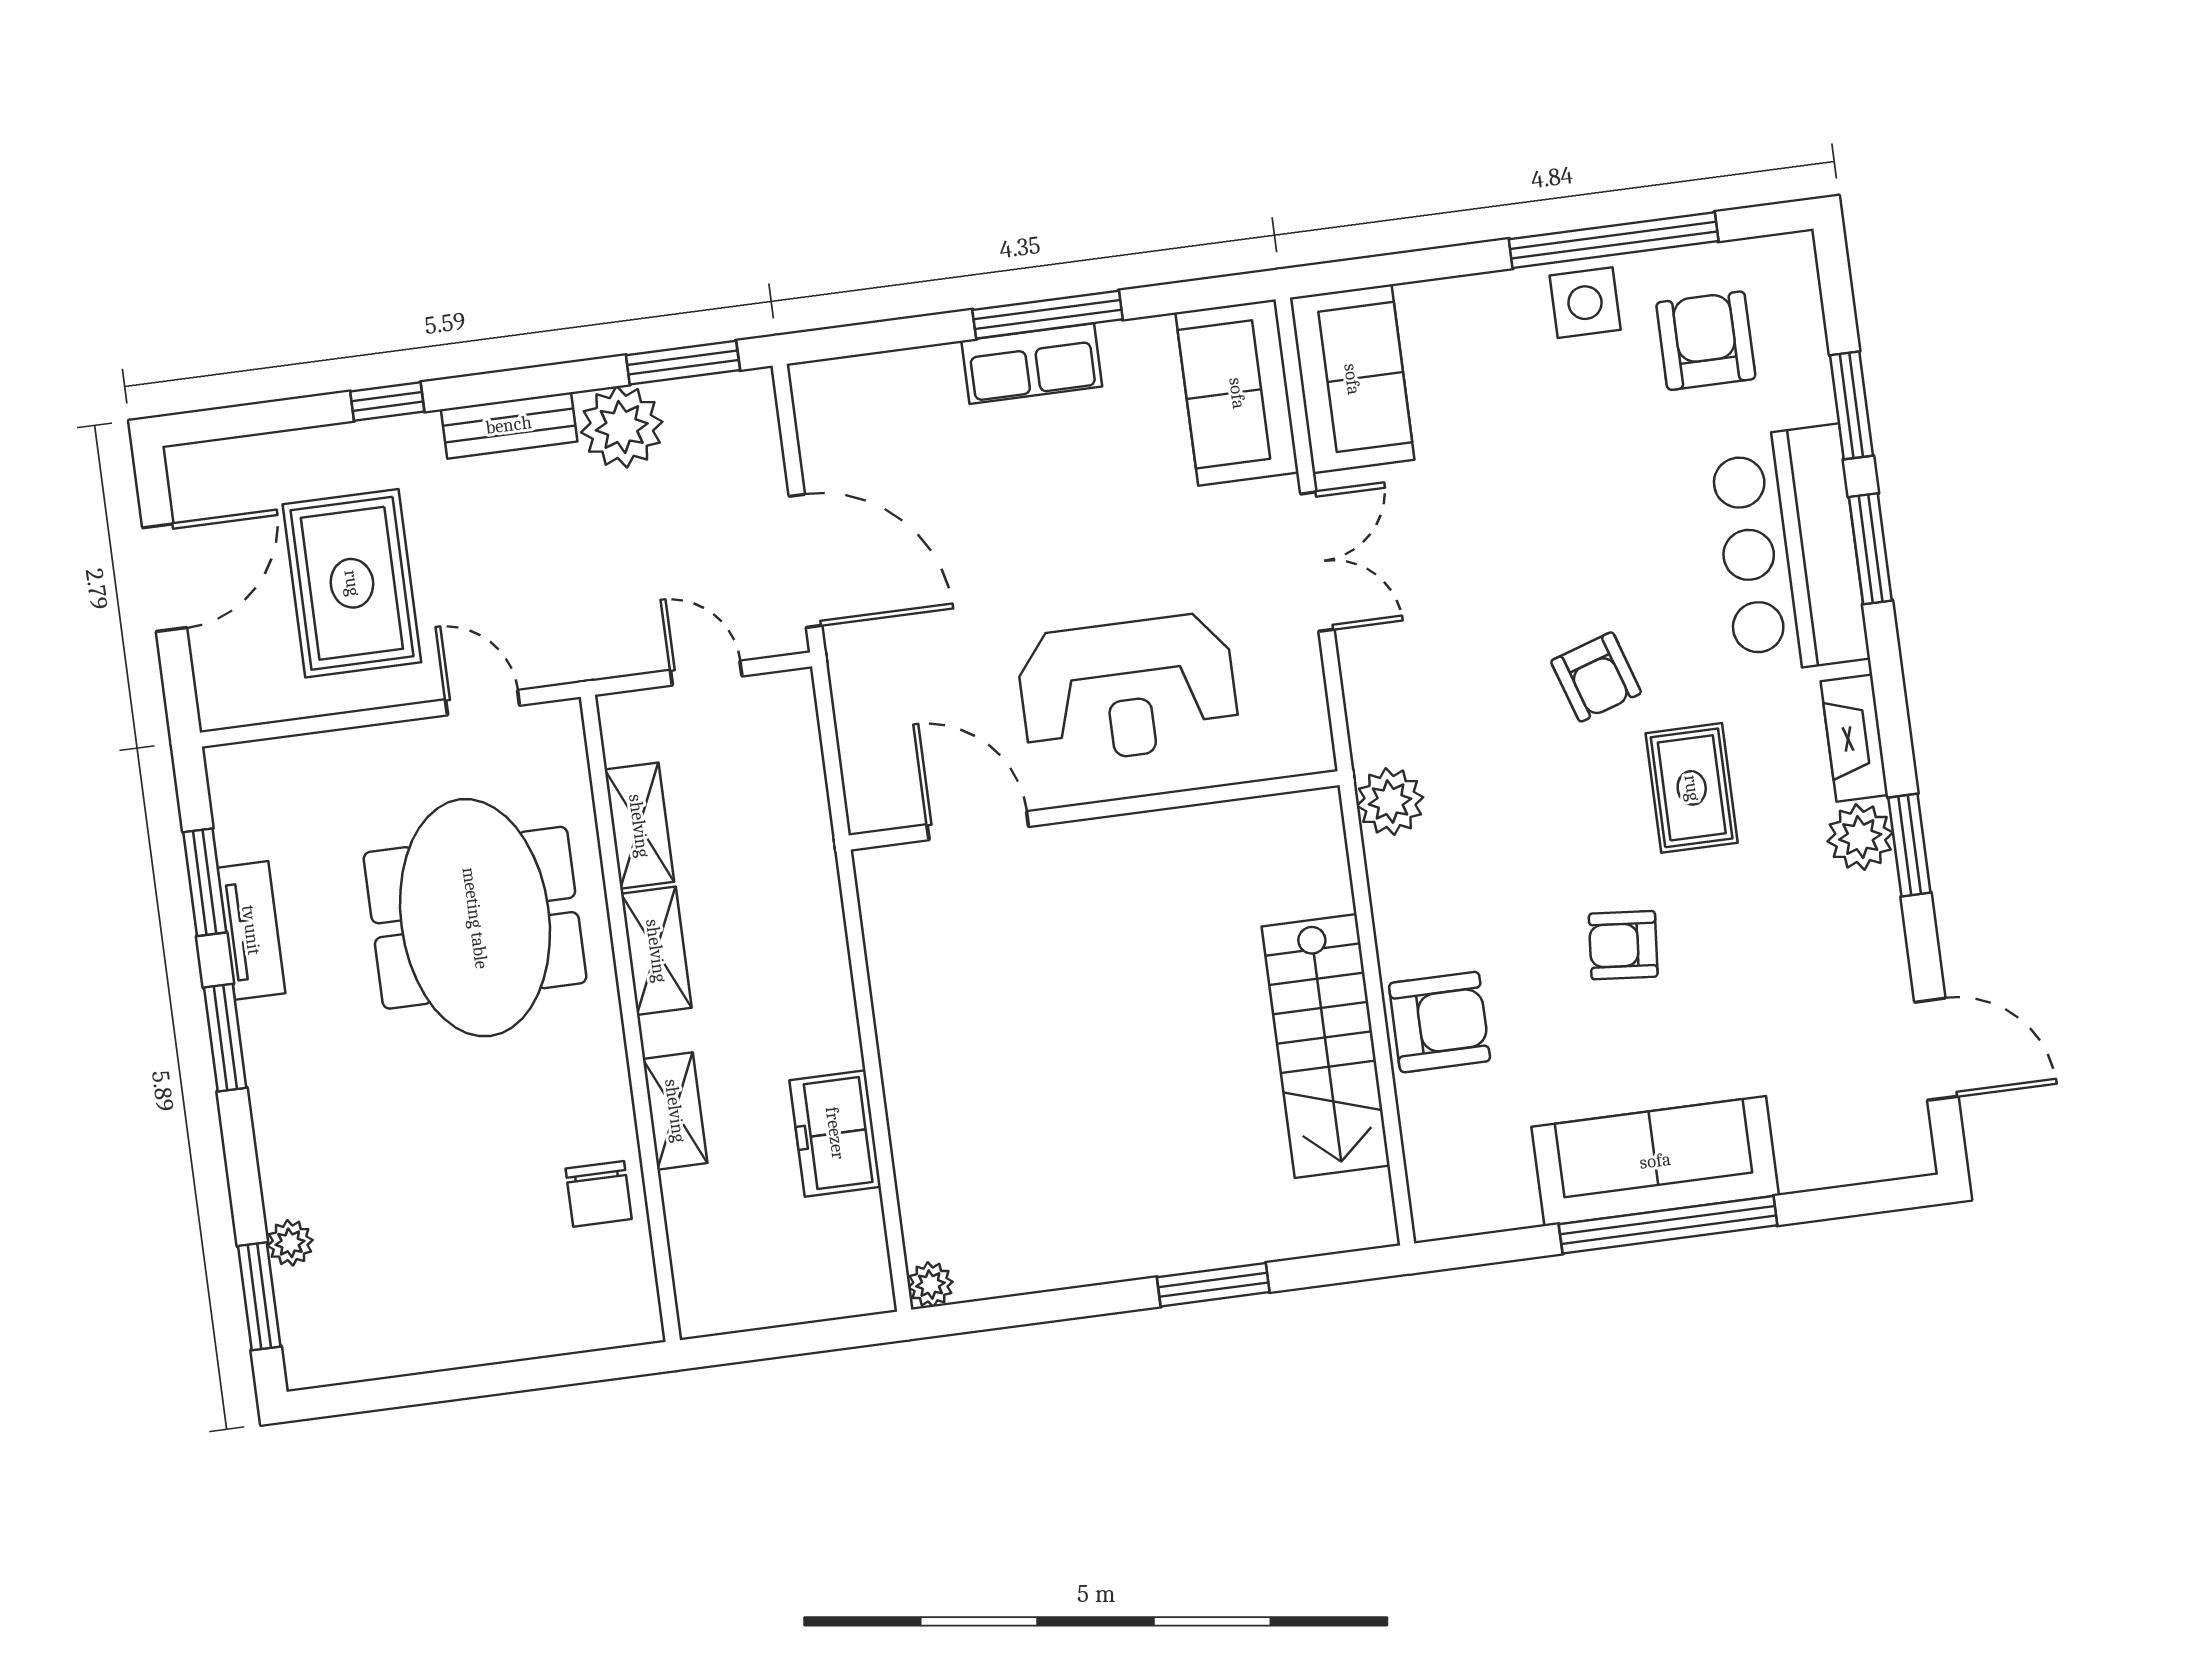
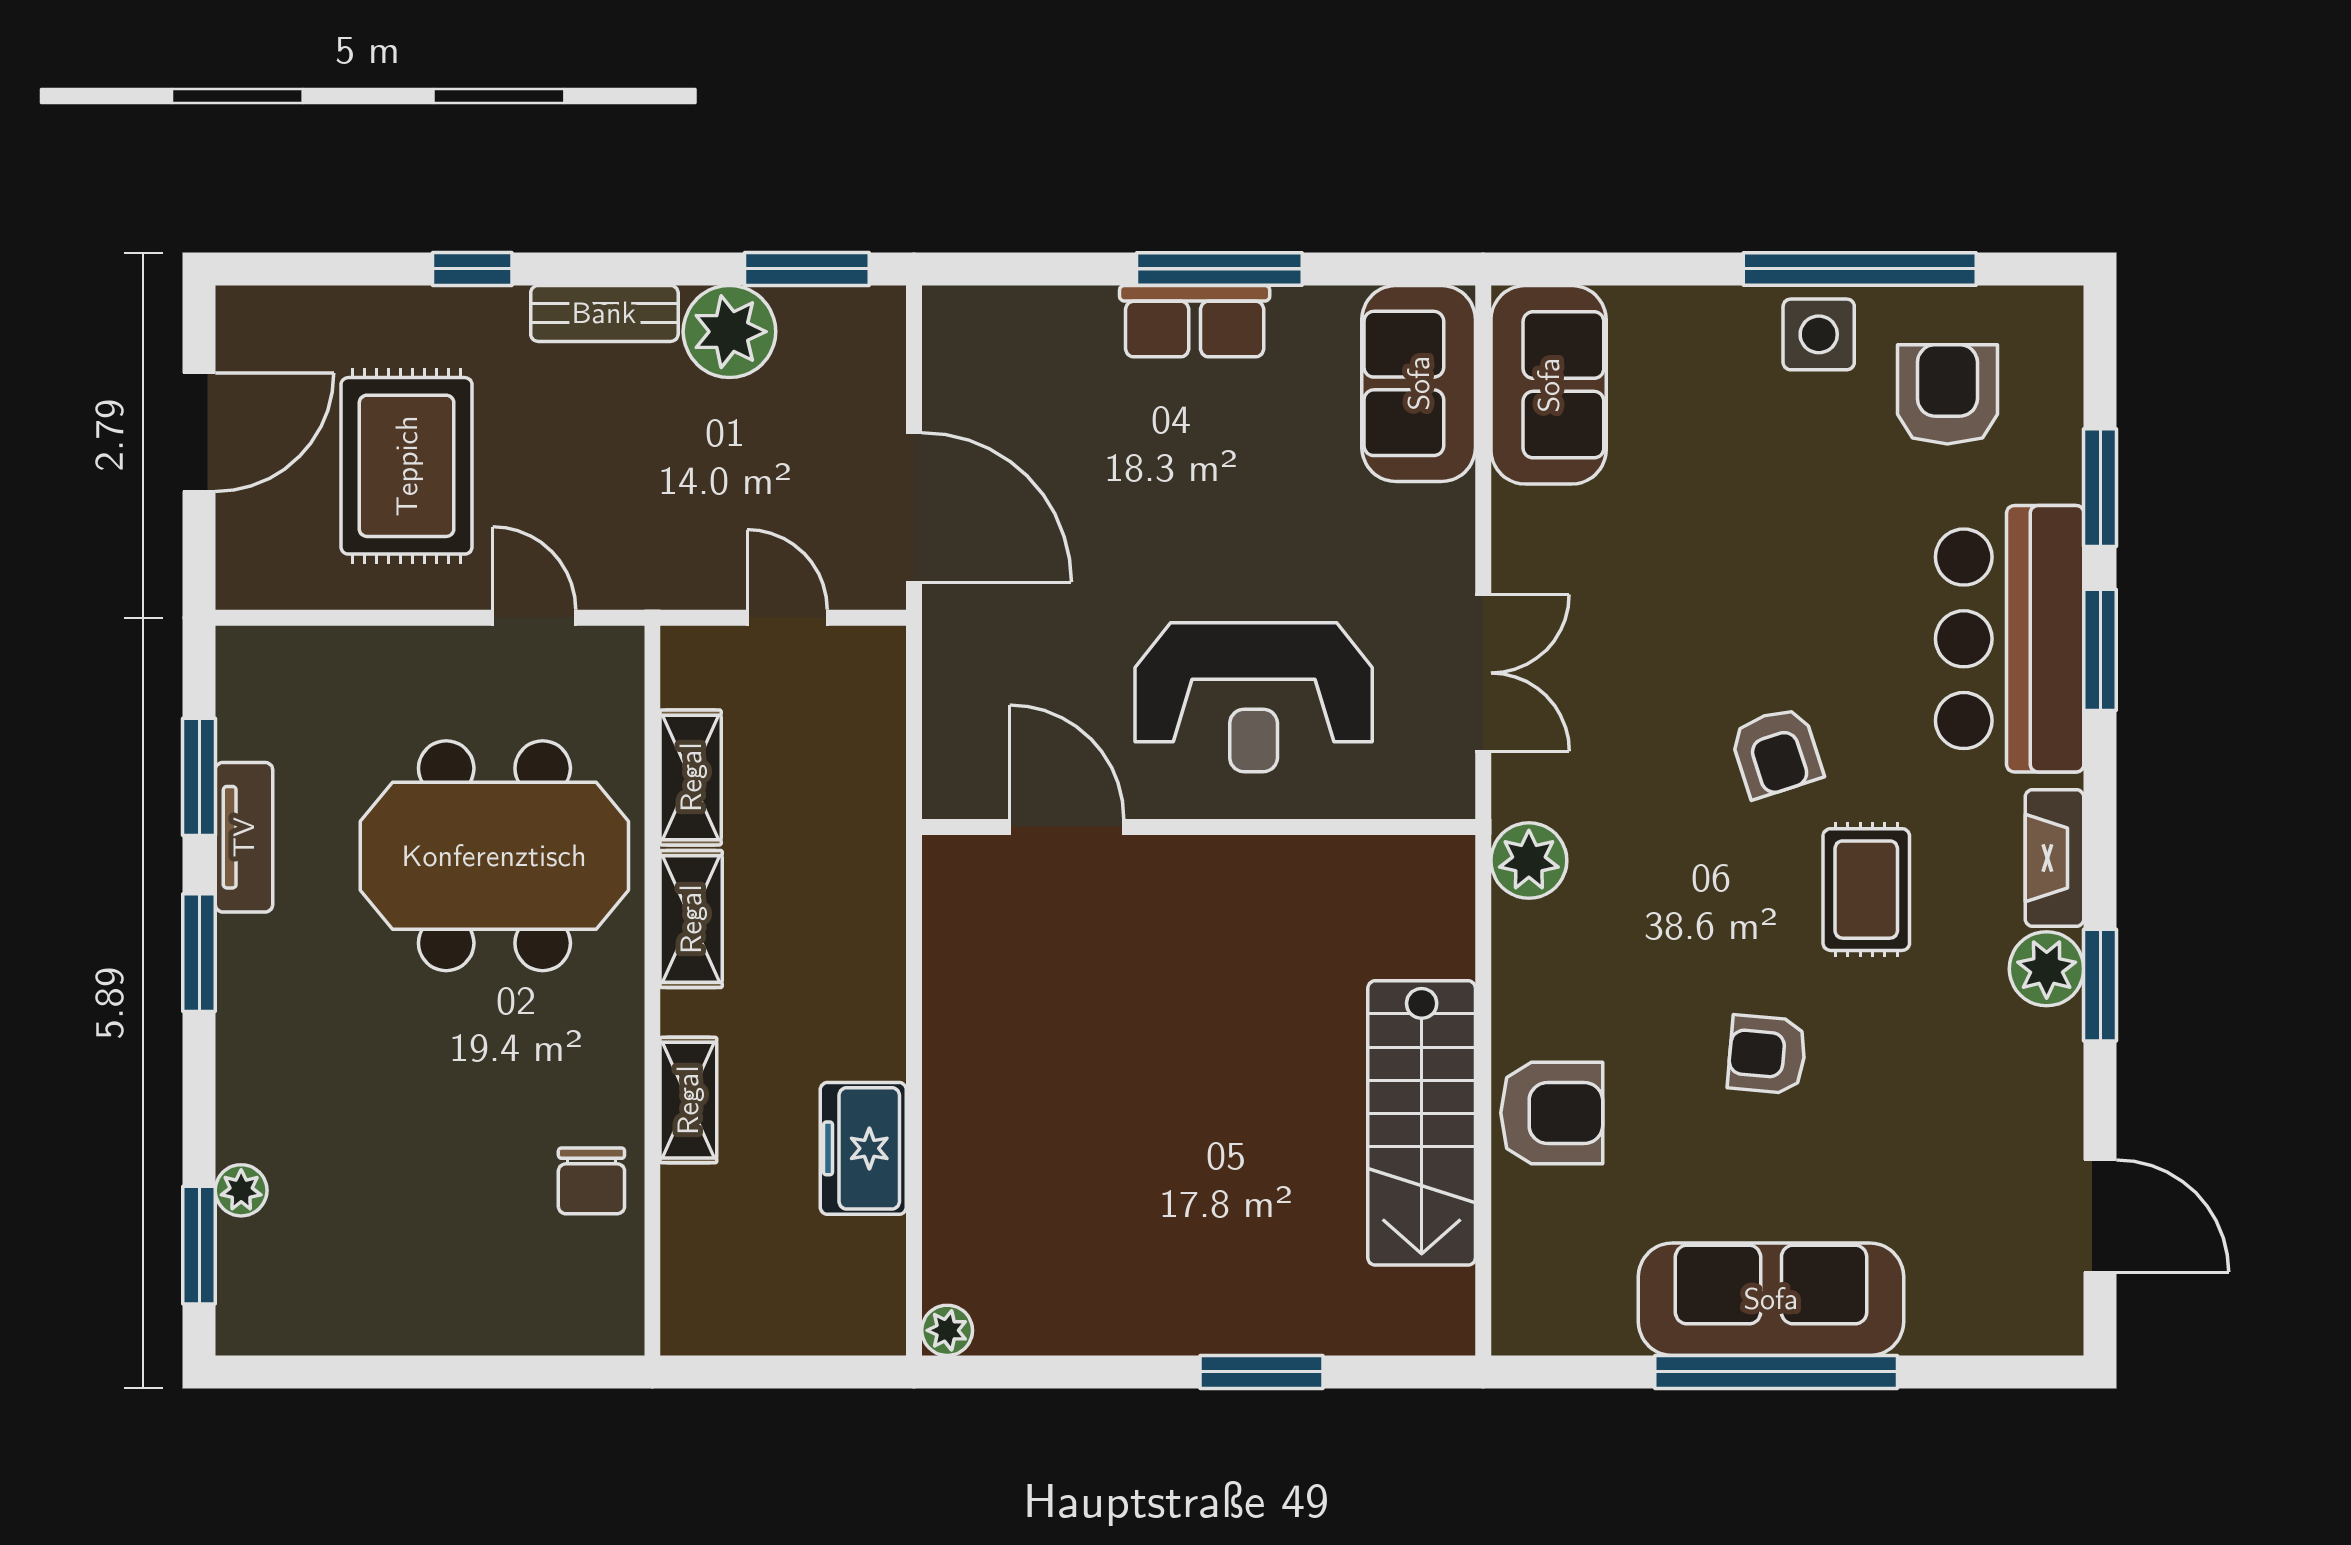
double door: (1317, 562) -> (1483, 673), moved
meeting table: (475, 918) -> (494, 856), turned 90

